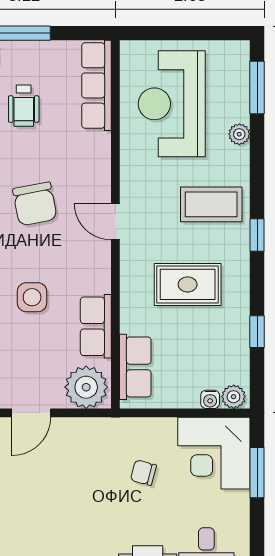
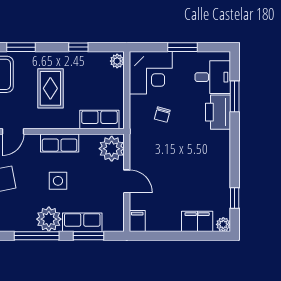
window: (257, 235) -> (21, 47), width x1.50
row of seats: (96, 326) -> (60, 143), moved
water cooler: (210, 399) -> (119, 75), removed
window: (257, 473) -> (182, 47), moved

